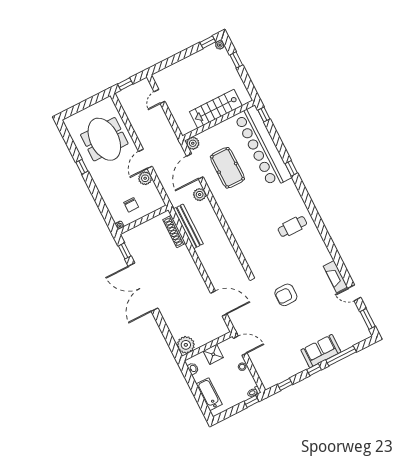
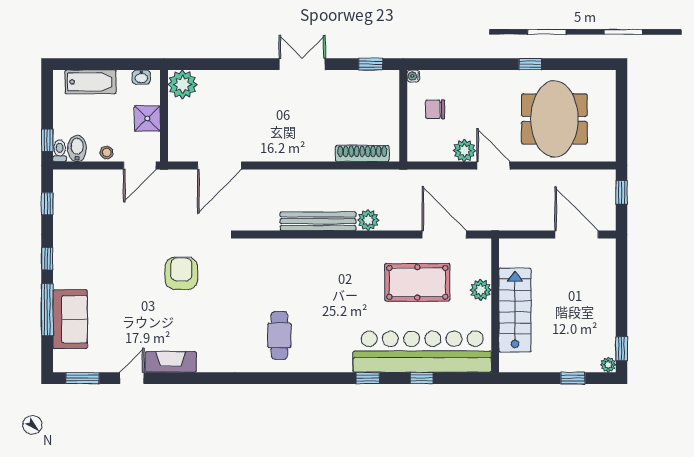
door: (159, 96) -> (577, 234), width x1.87
window: (264, 114) -> (422, 378), moved
meeting table: (104, 139) -> (554, 119), turned 90
plant: (193, 143) -> (481, 290), moved
plant: (200, 195) -> (368, 220), moved
bench: (188, 226) -> (318, 221), moved
double door: (143, 287) -> (302, 64), width x0.54
sofa: (321, 351) -> (70, 319), moved
bidet: (248, 383) -> (77, 148), added

